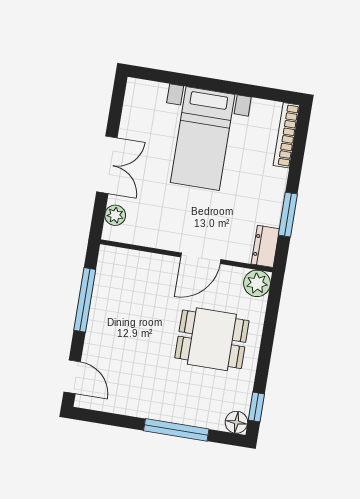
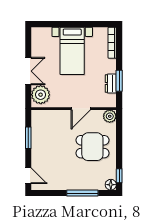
plant: (115, 215) -> (41, 95), width x1.87, depth x1.87
dresser: (265, 246) -> (111, 84), moved
window: (85, 300) -> (28, 138), width x0.69

